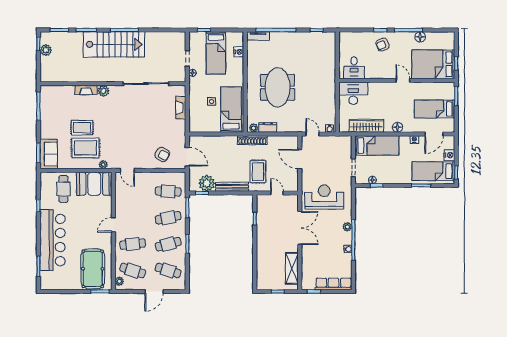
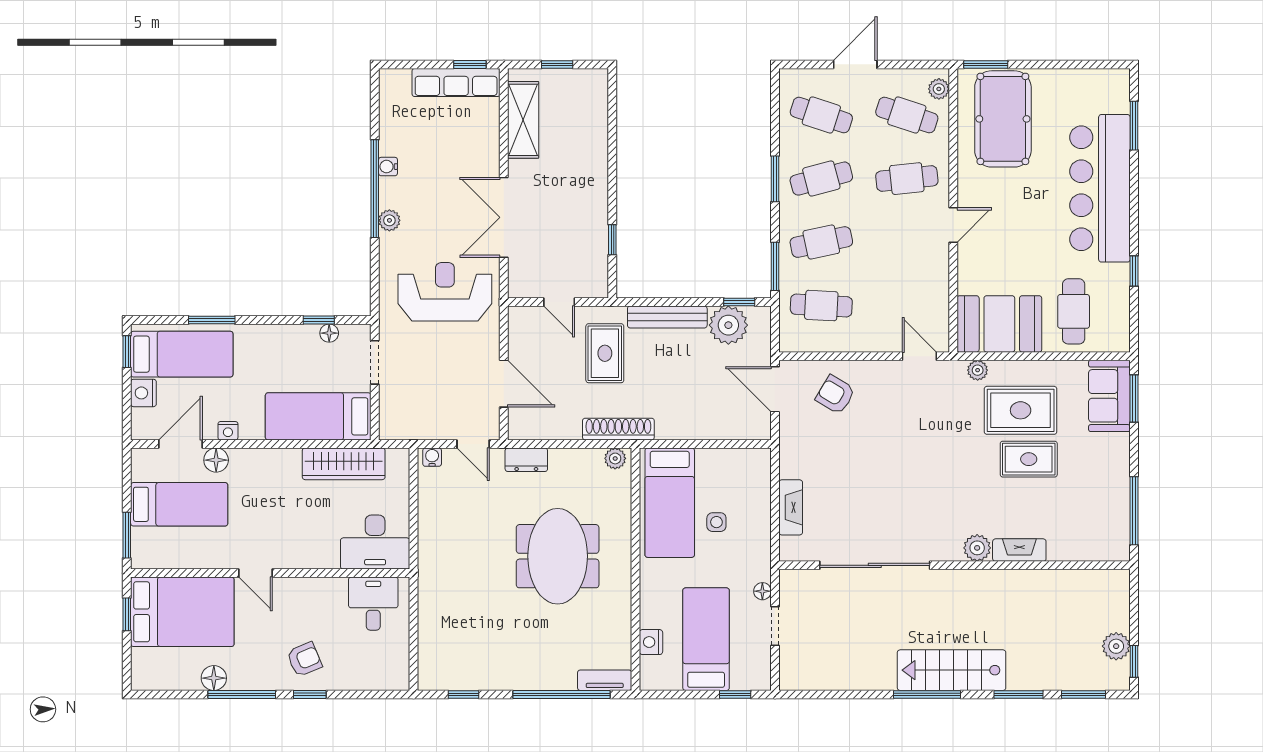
stairs: (114, 44) -> (952, 670), width x0.73, depth x0.66
dresser: (268, 127) -> (526, 460), moved
floor lamp: (397, 127) -> (216, 460), moved
reception desk: (324, 197) -> (445, 292), turned 180
row of seats: (334, 284) -> (456, 82), moved

